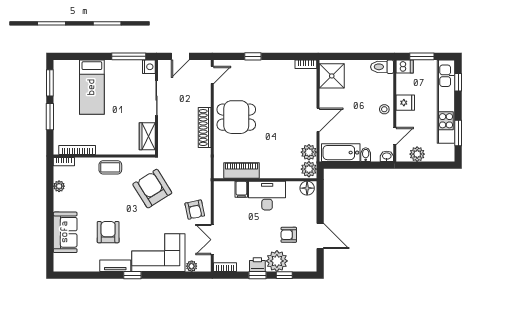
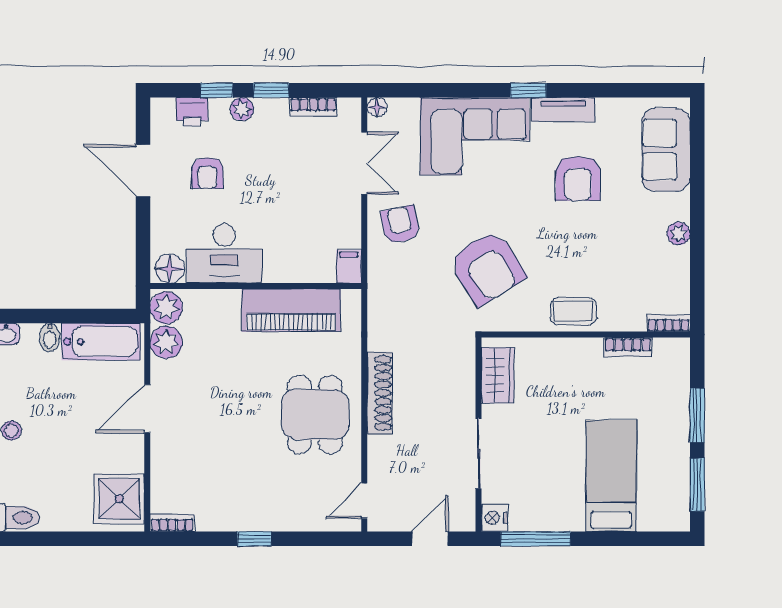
window: (253, 56) -> (254, 539), moved
dining table: (236, 117) -> (315, 414), turned 90
bookcase: (77, 150) -> (628, 347), width x0.64
piano: (241, 170) -> (291, 310), width x1.37, depth x1.33
plant: (59, 186) -> (679, 234), moved
filing cabinet: (241, 189) -> (349, 266), moved
desk: (267, 196) -> (224, 253), moved
sofa: (65, 232) -> (666, 150), moved
armchair: (289, 235) -> (207, 173), turned 90
plant: (277, 261) -> (242, 109), width x0.53, depth x0.53
printer: (257, 265) -> (192, 112), moved
plant: (192, 266) -> (407, 109), removed
floor lamp: (206, 267) -> (377, 107), added
bookcase: (225, 267) -> (313, 107), moved

